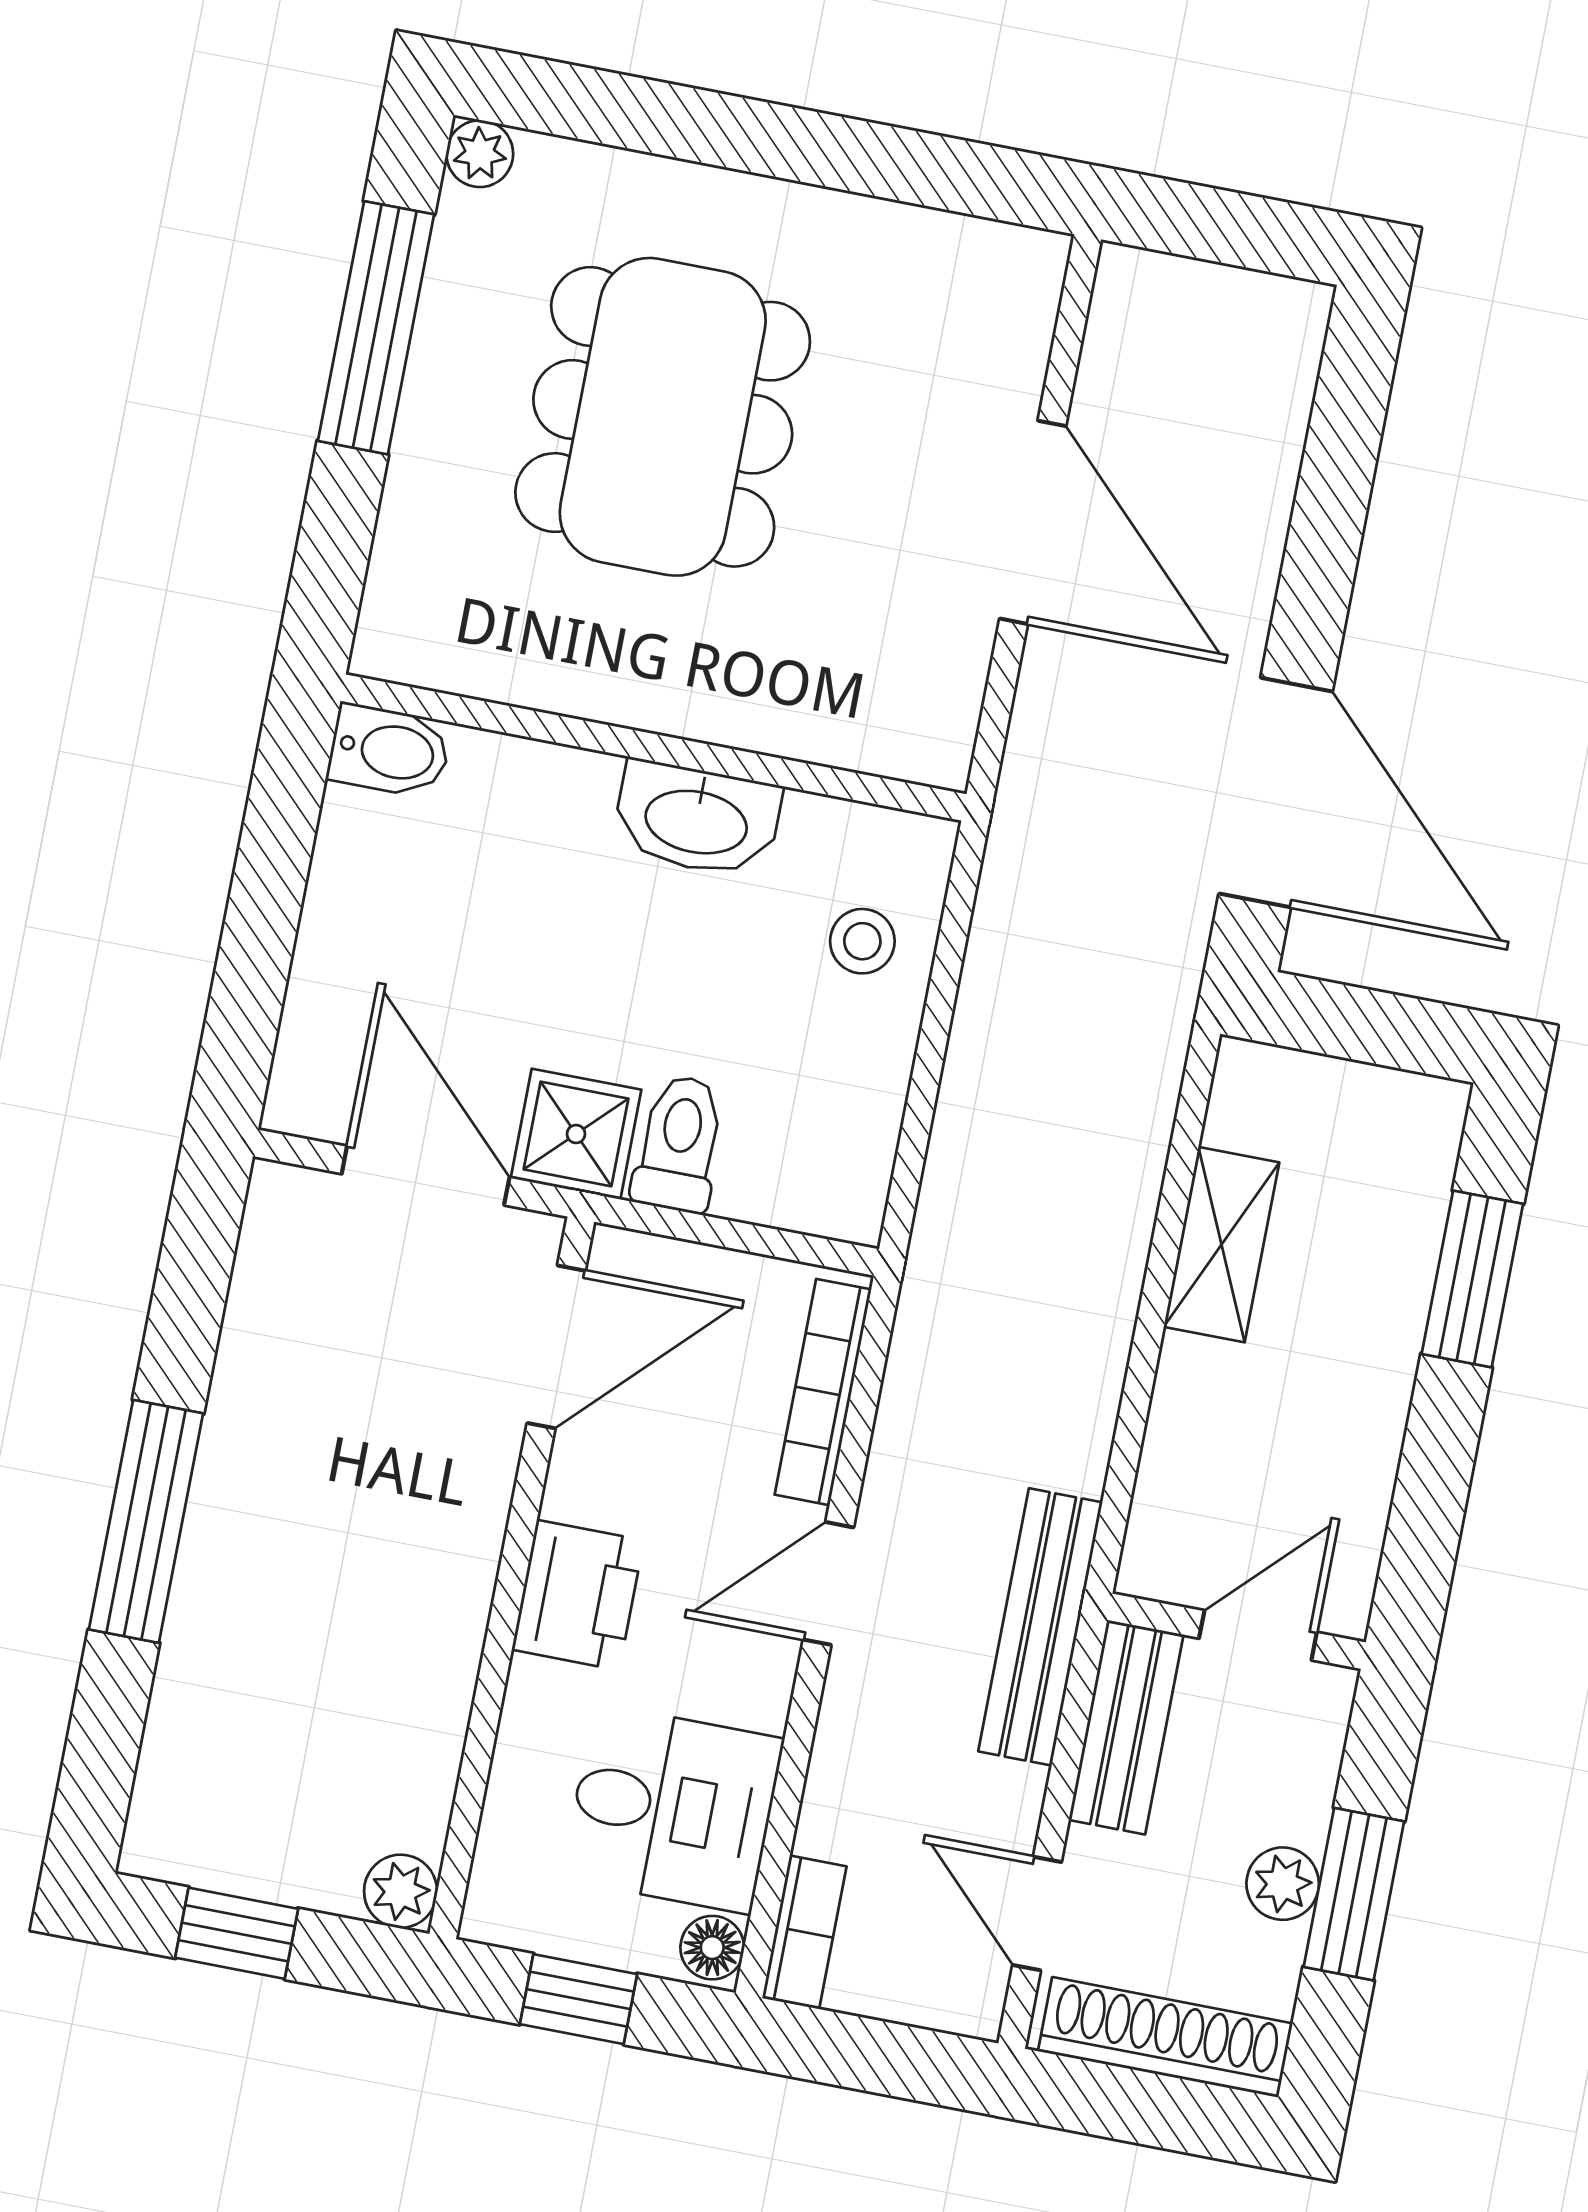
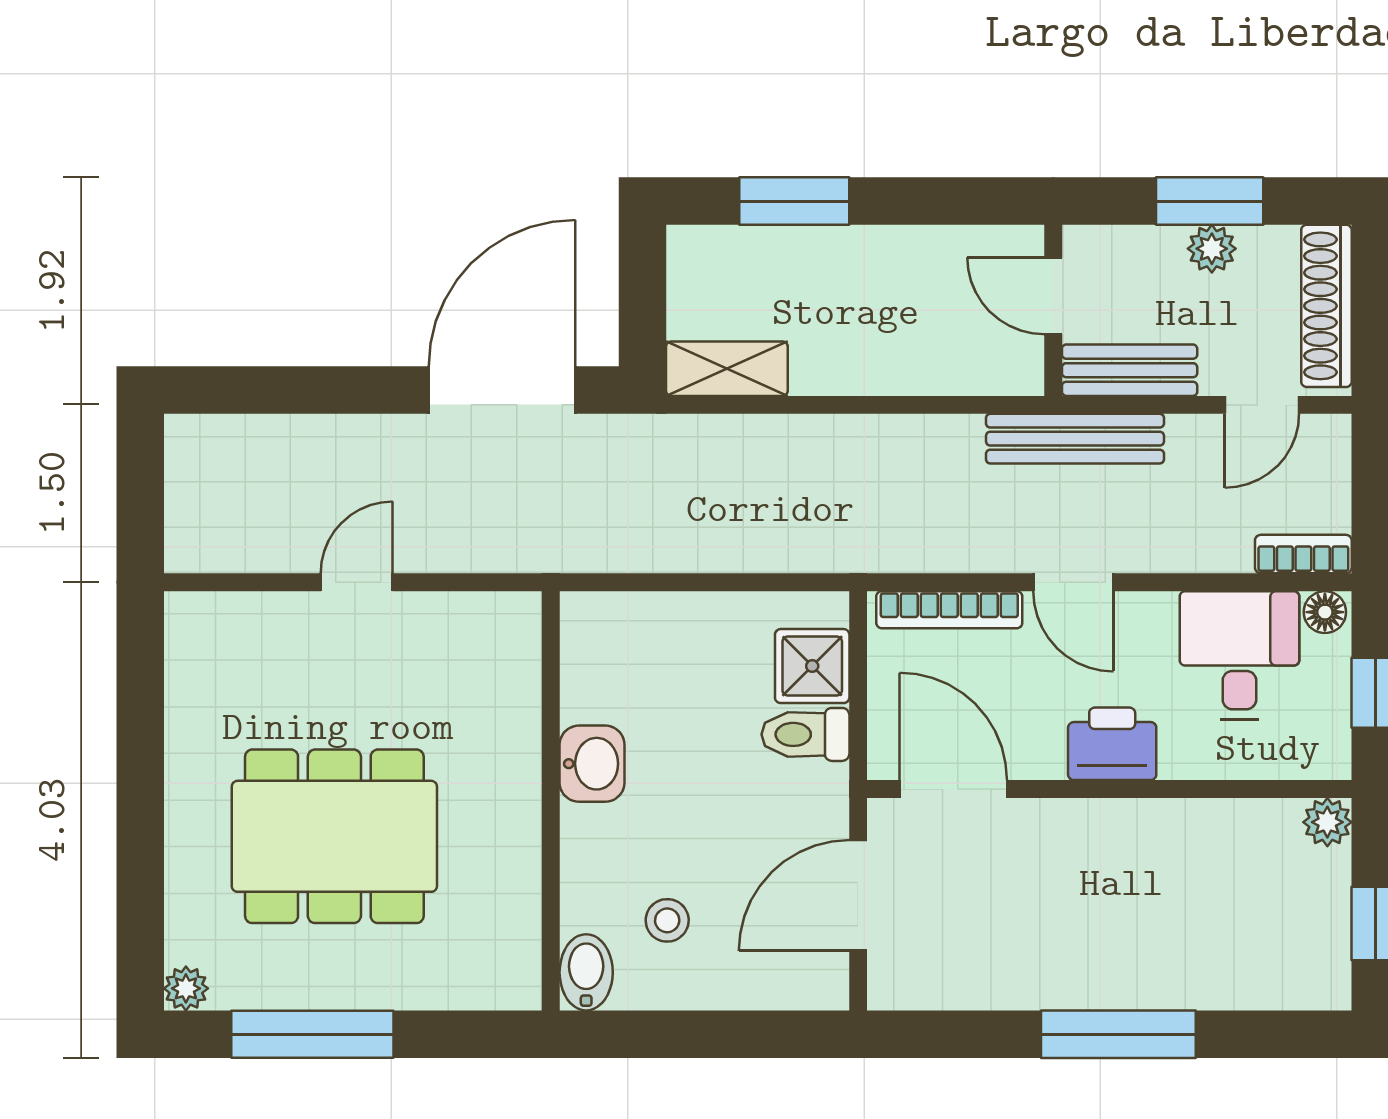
door: (1033, 522) -> (357, 582), width x0.53
washbasin: (697, 819) -> (592, 764), width x0.72
stool: (862, 941) -> (667, 920), moved
shower: (576, 1134) -> (812, 666), moved
shelving: (1221, 1245) -> (727, 369), moved

